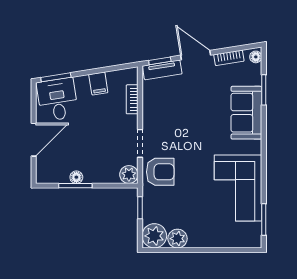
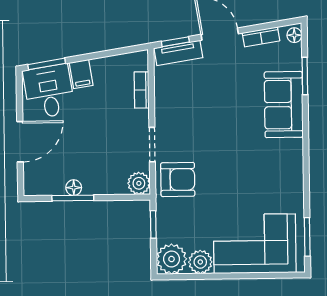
filing cabinet: (98, 83) -> (81, 74), moved
corner sofa: (238, 188) -> (255, 244), moved, turned 90

